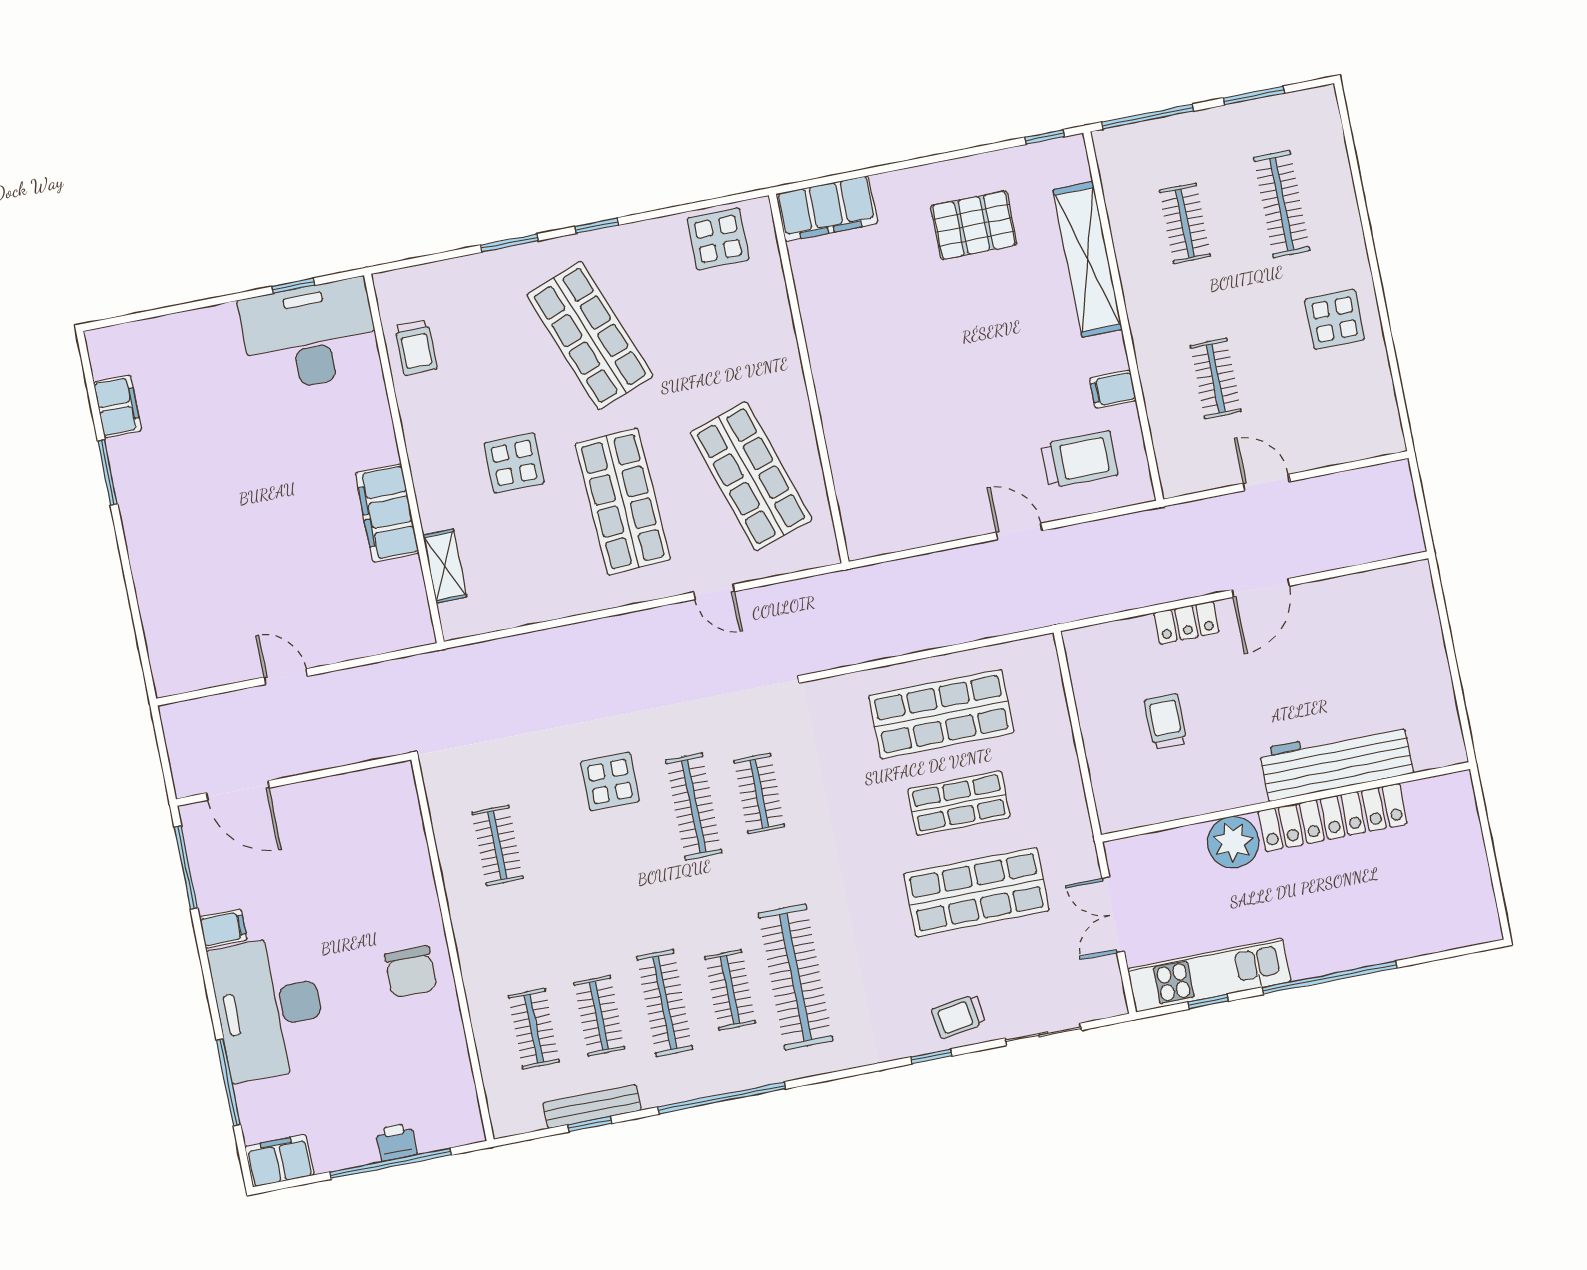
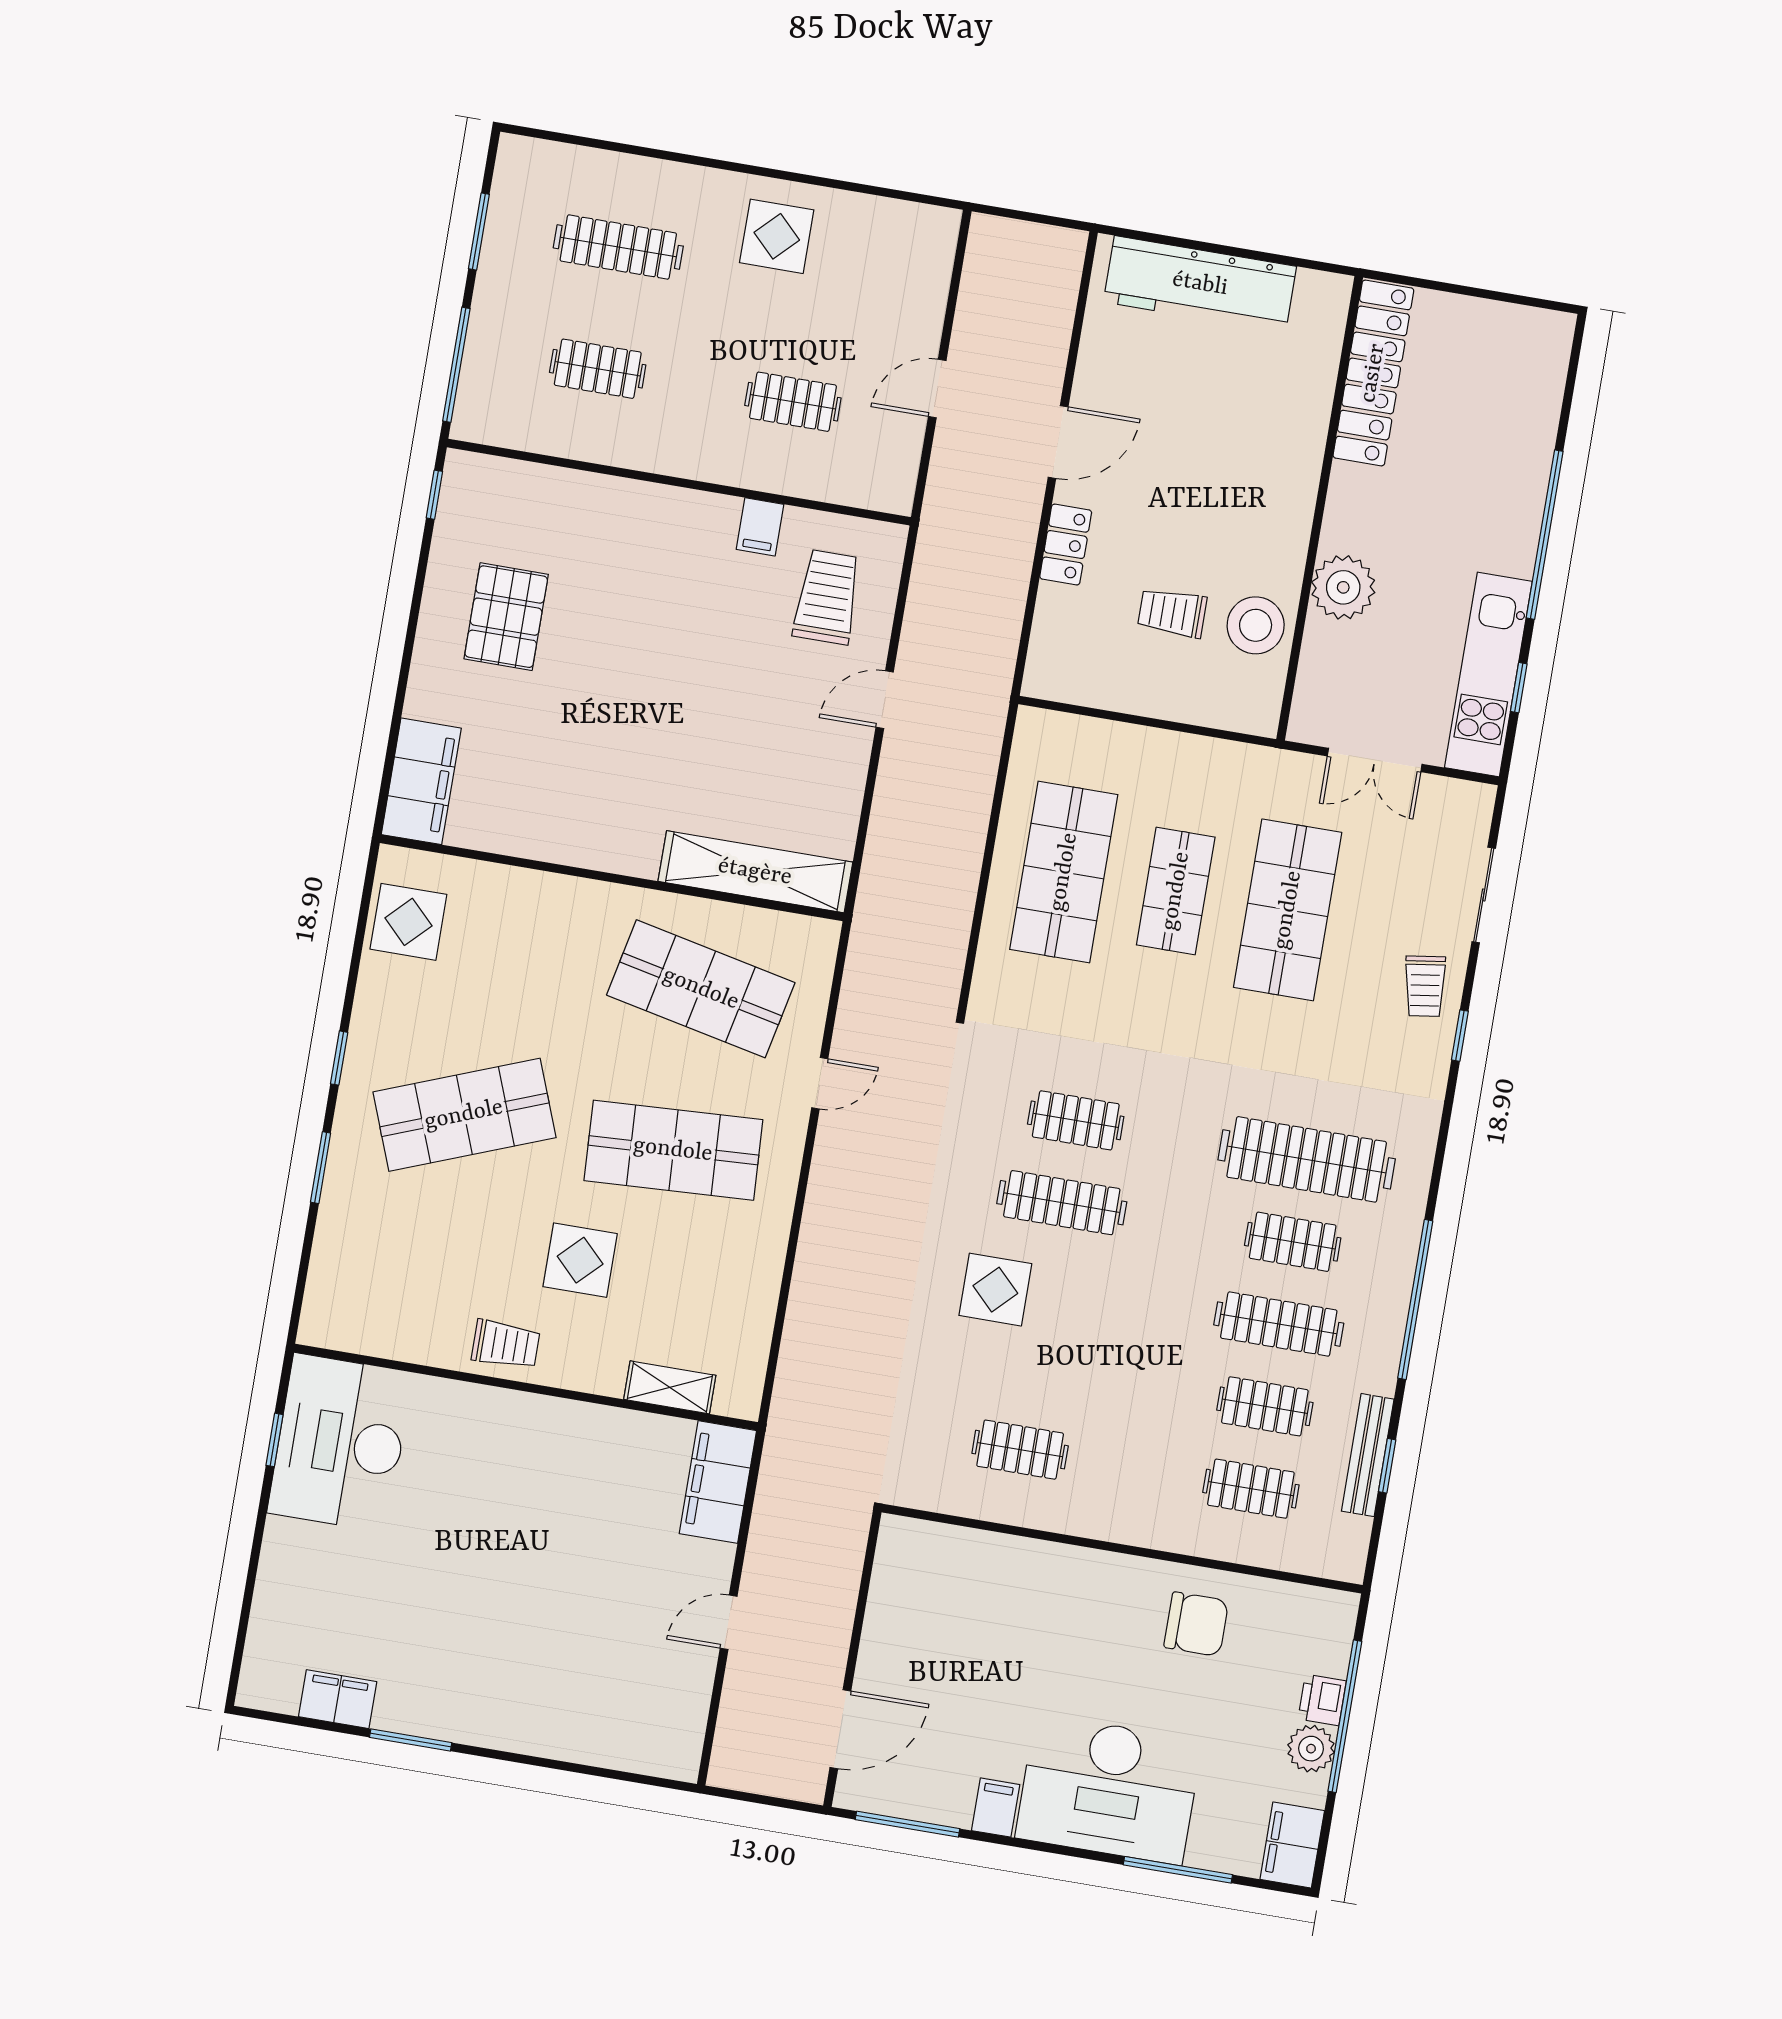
shelving: (1088, 260) -> (755, 872), moved
trolley: (416, 348) -> (506, 1344), moved
shop shelf: (751, 476) -> (701, 989), turned 30
filing cabinet: (387, 513) -> (718, 1482), moved, turned 90
door: (1261, 588) -> (1058, 442), hinge flipped
workbench: (1336, 761) -> (1200, 284), moved, turned -90
stool: (1180, 787) -> (1256, 625), added
locker: (1333, 817) -> (1373, 373), moved
chair: (411, 972) -> (1196, 1624), moved
plant: (357, 1147) -> (1311, 1749), added

